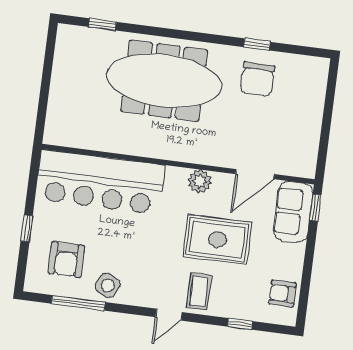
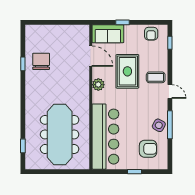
chair: (257, 79) -> (41, 61), turned -91
meeting table: (164, 81) -> (60, 134), moved
window: (315, 208) -> (122, 22), moved
window: (78, 303) -> (170, 125), moved
window: (240, 324) -> (170, 43), moved

